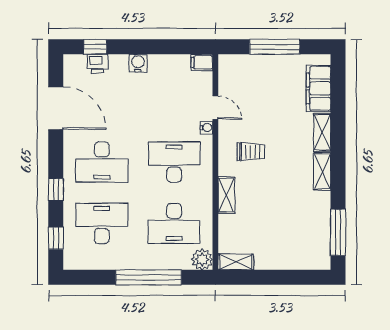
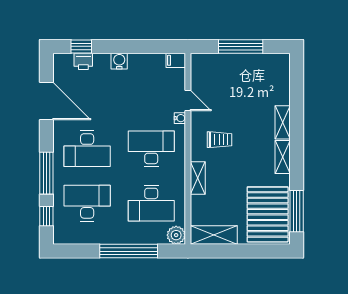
filing cabinet: (318, 88) -> (279, 83), removed
window: (56, 189) -> (46, 173), width x2.17
pallet: (305, 236) -> (268, 214), added
shelving: (236, 262) -> (214, 235), width x1.50, depth x1.33

